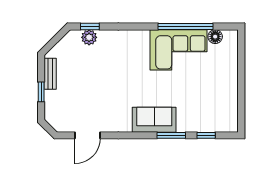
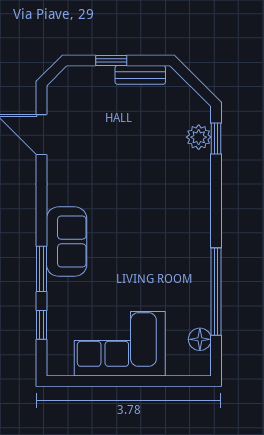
corner sofa: (179, 50) -> (120, 344), moved, turned 90

